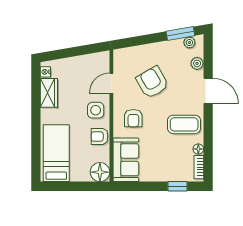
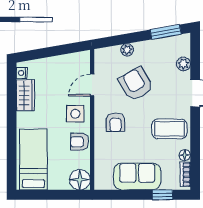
plant: (189, 43) -> (127, 50), moved
sofa: (126, 160) -> (137, 176), moved, turned -90

